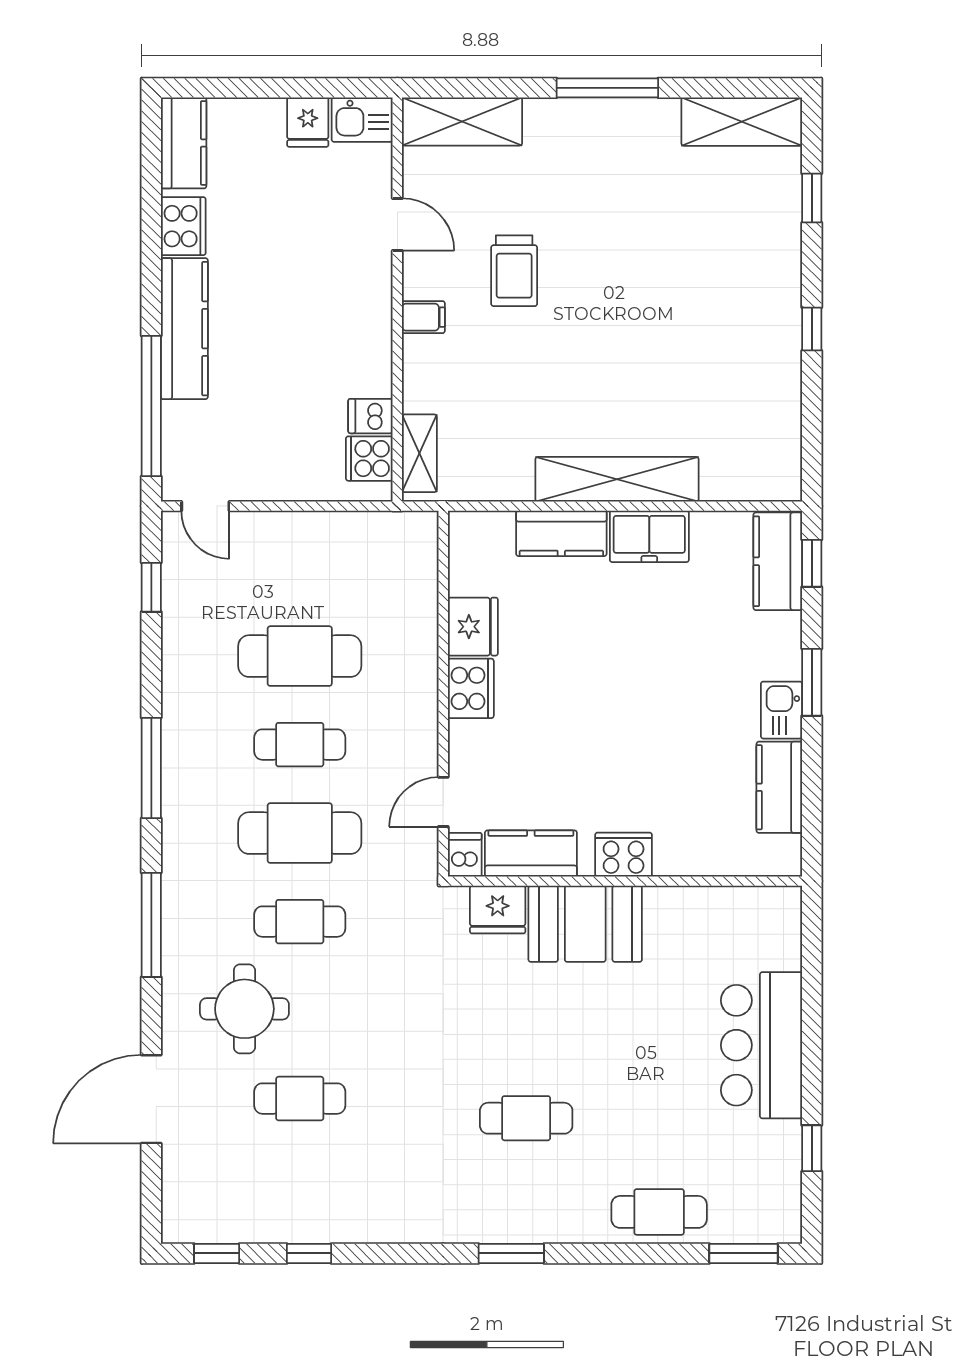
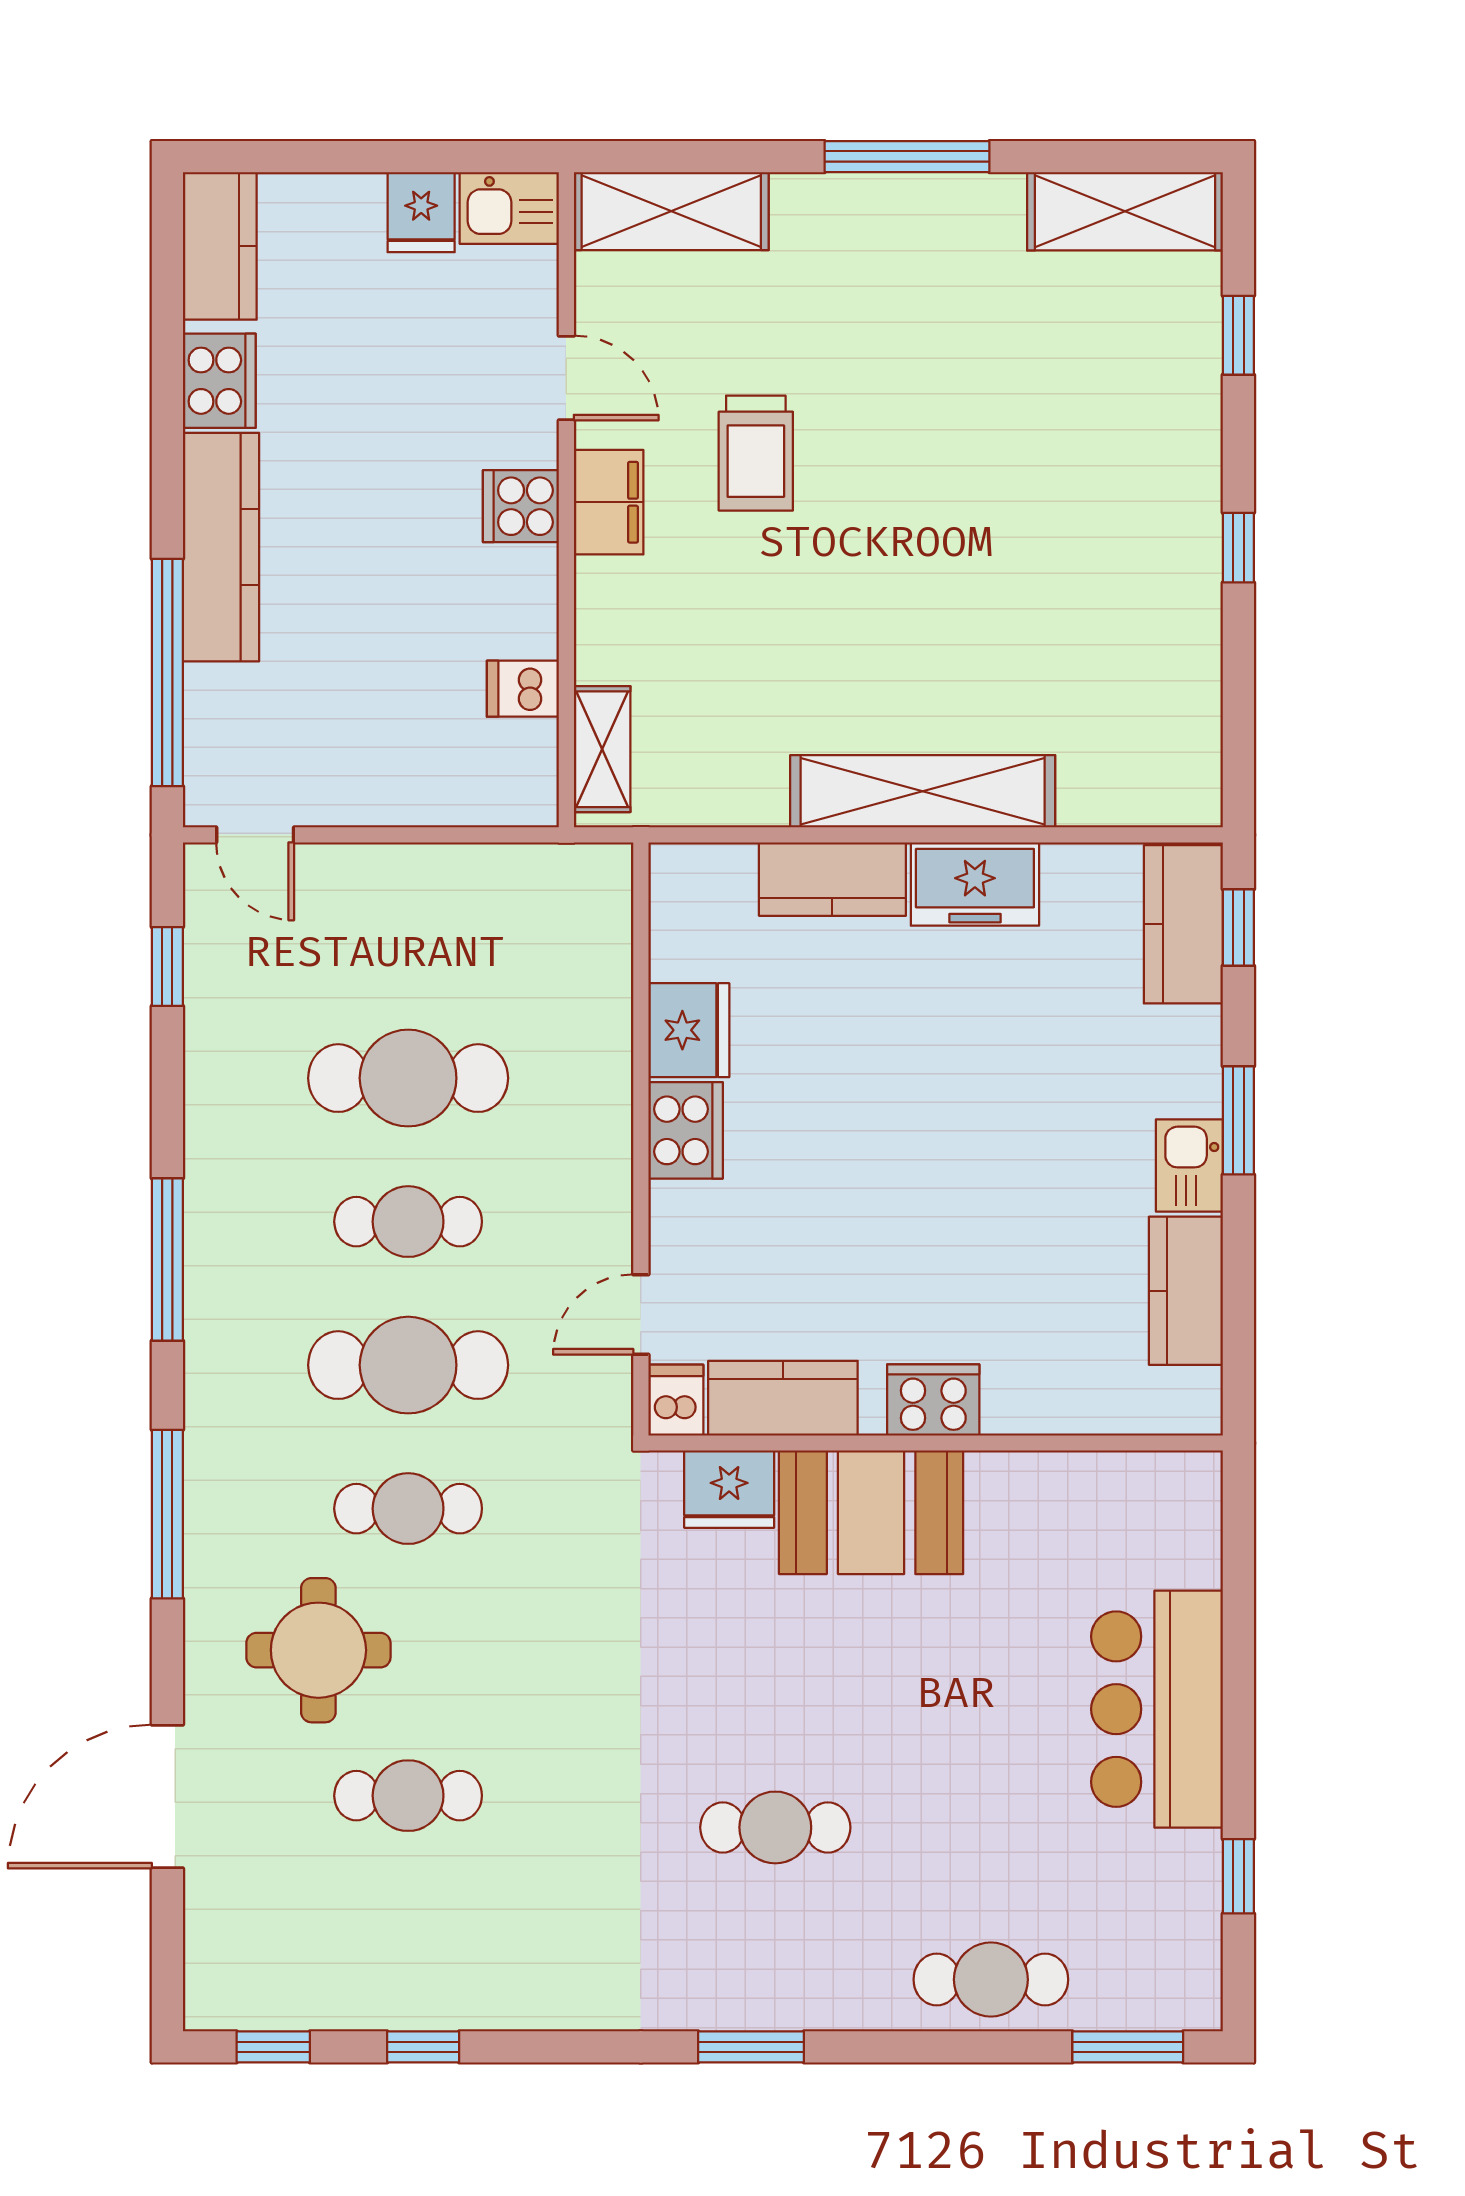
filing cabinet: (423, 317) -> (609, 502), width x2.00
cooker: (369, 459) -> (521, 506), moved

